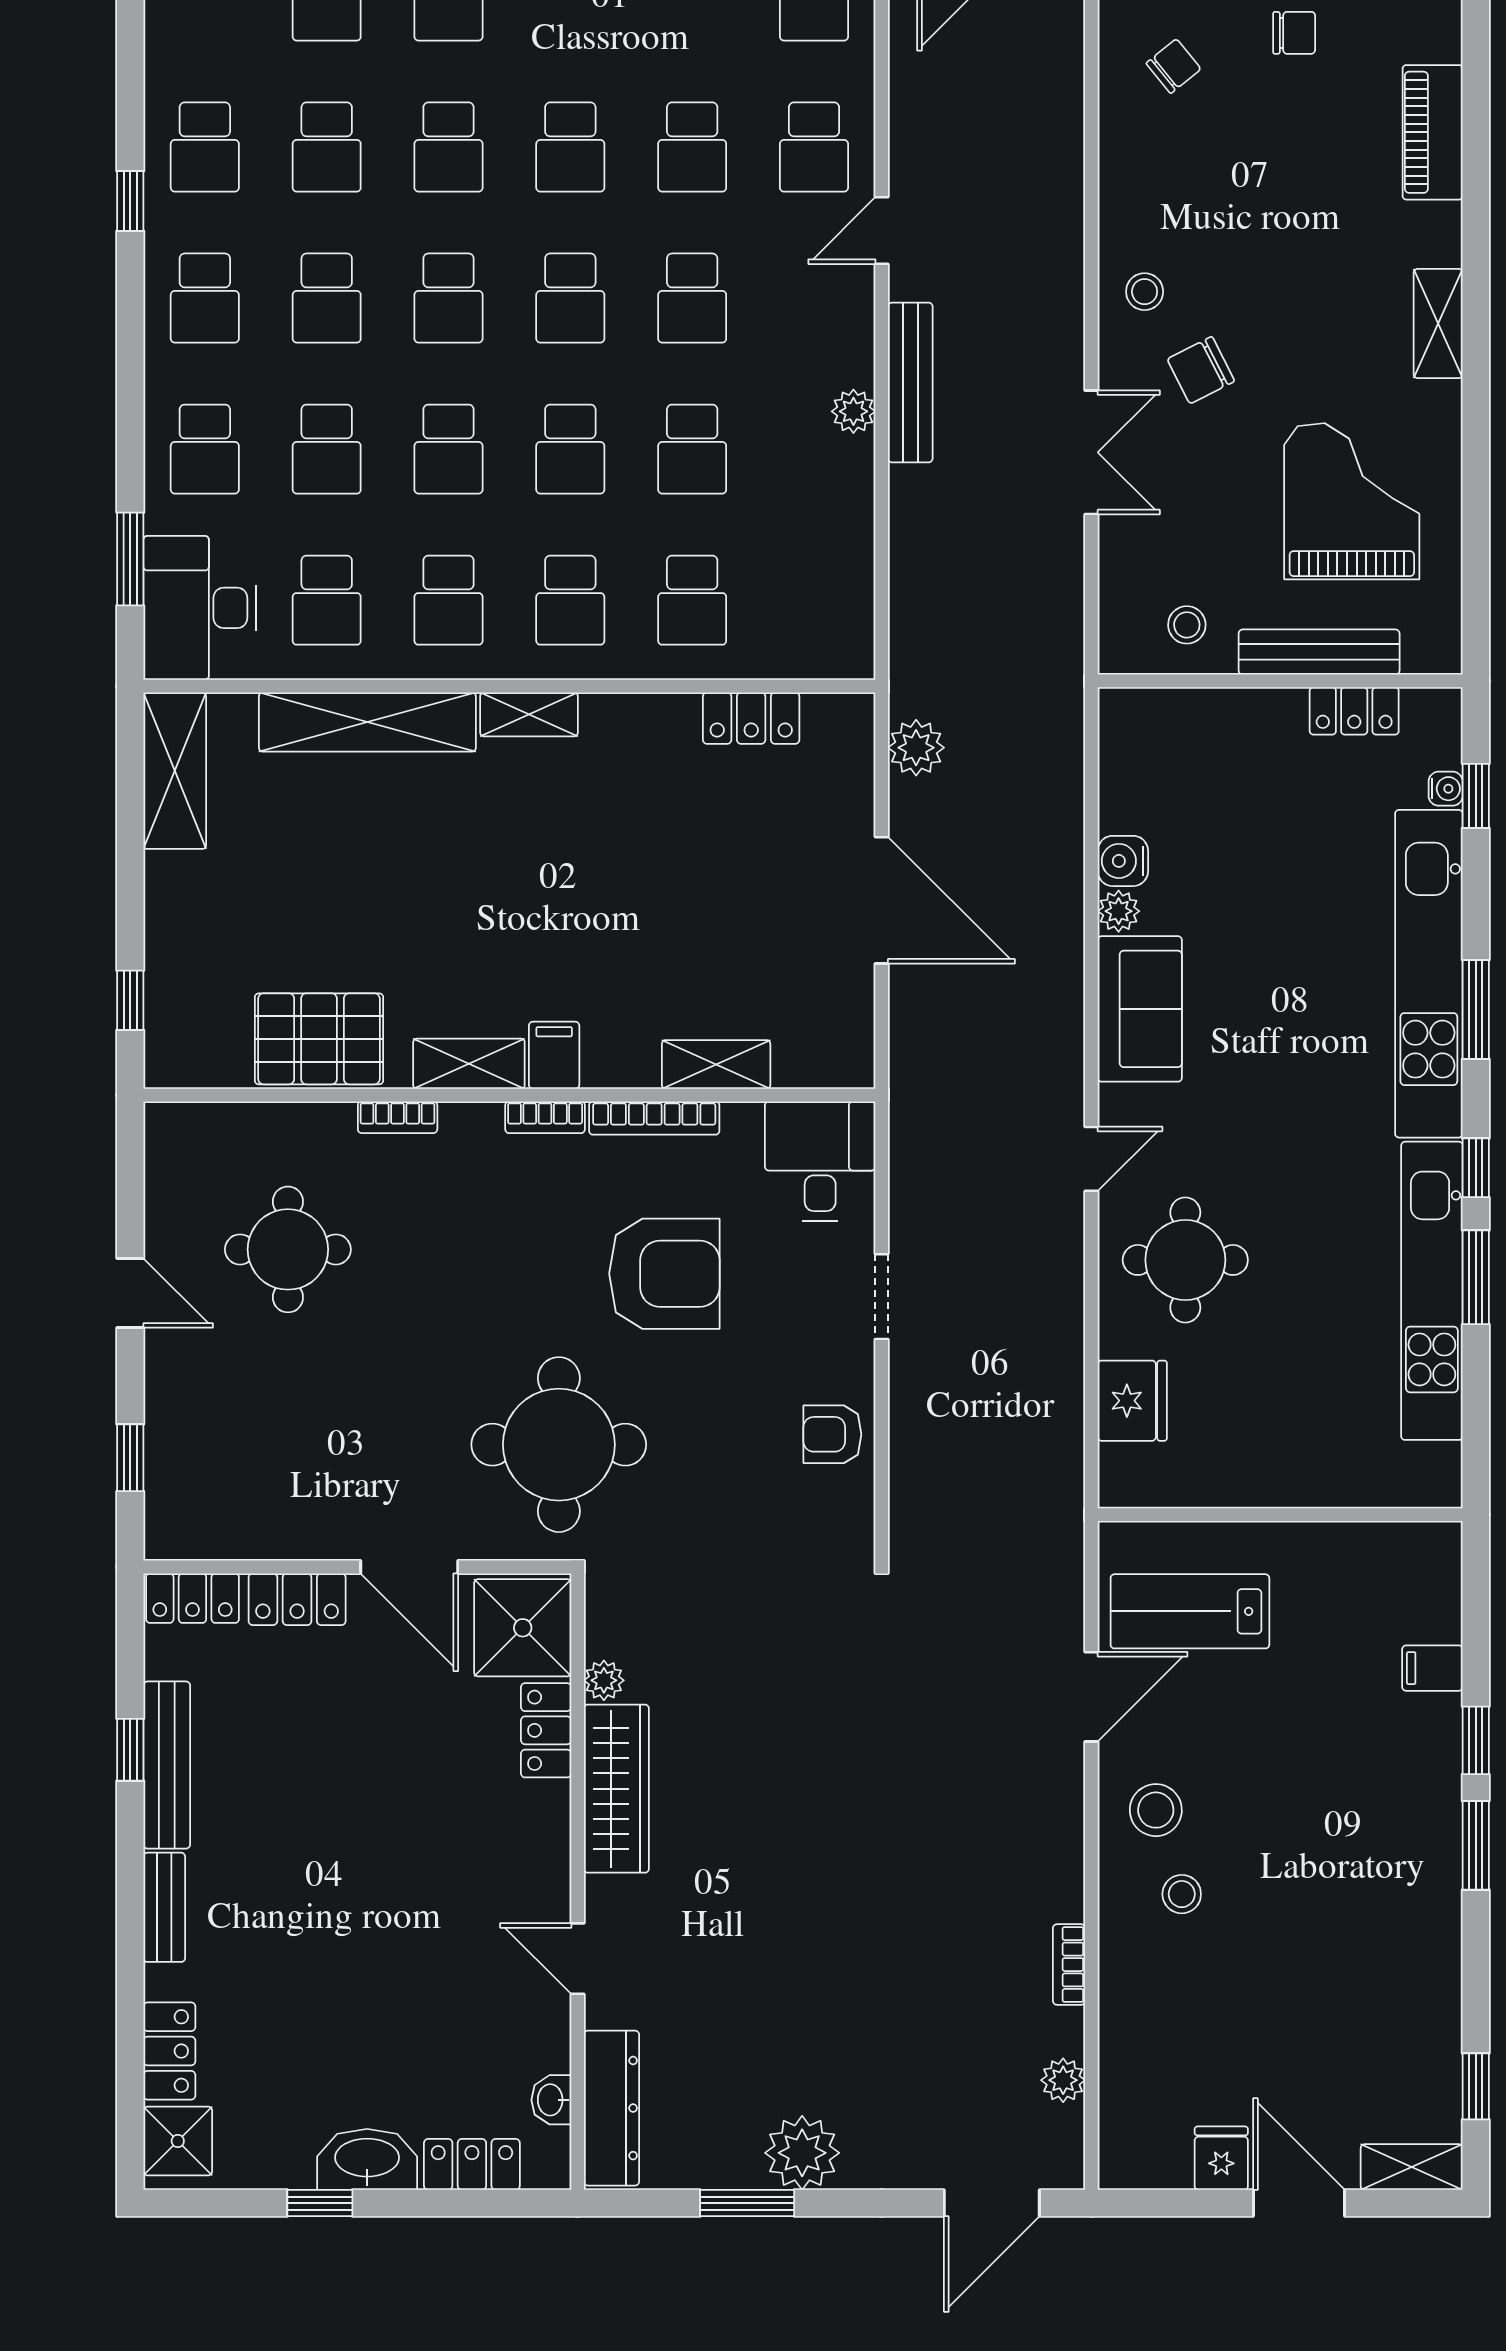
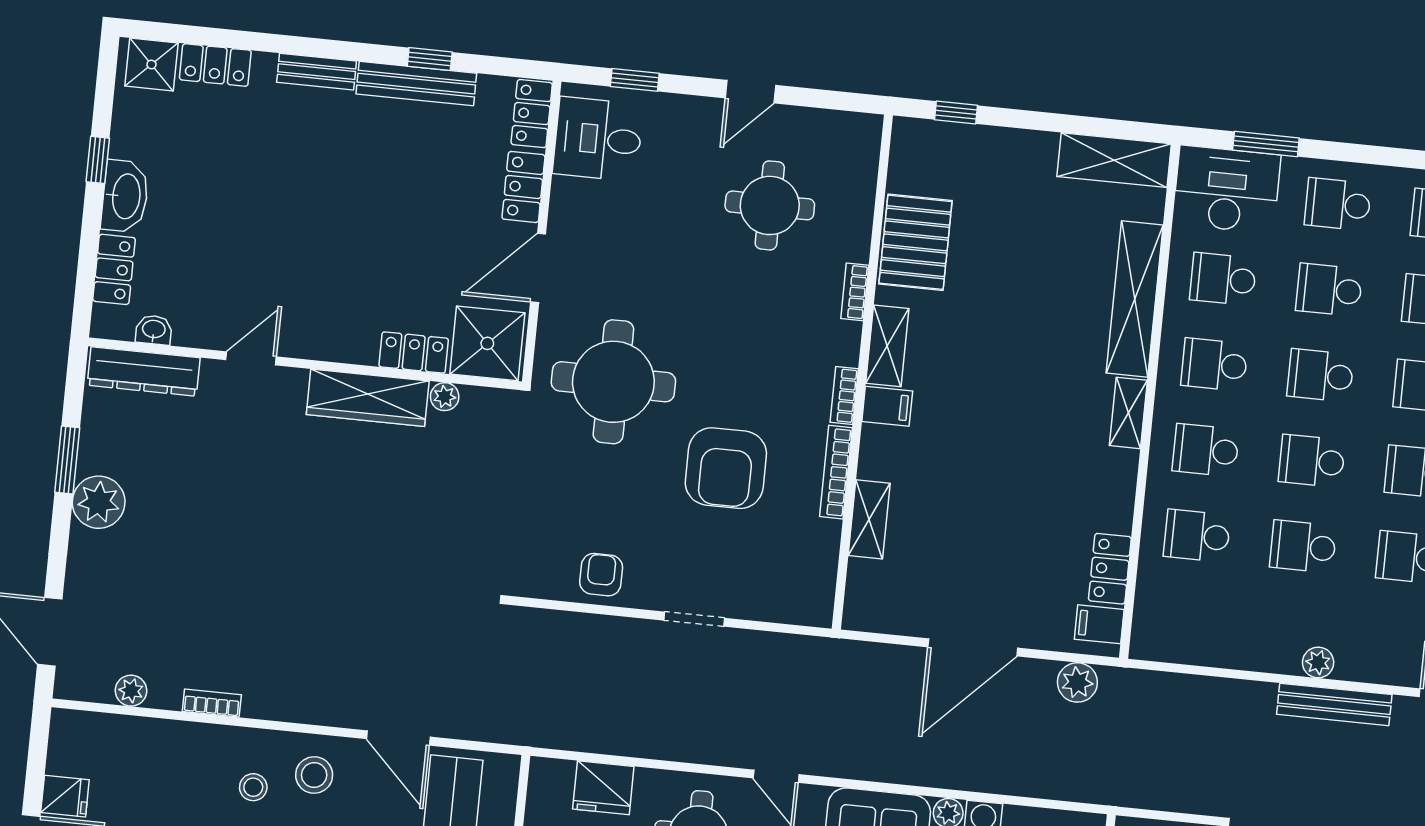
filing cabinet: (831, 725) -> (1099, 624), added
desk: (820, 1161) -> (598, 139), moved, turned 180

